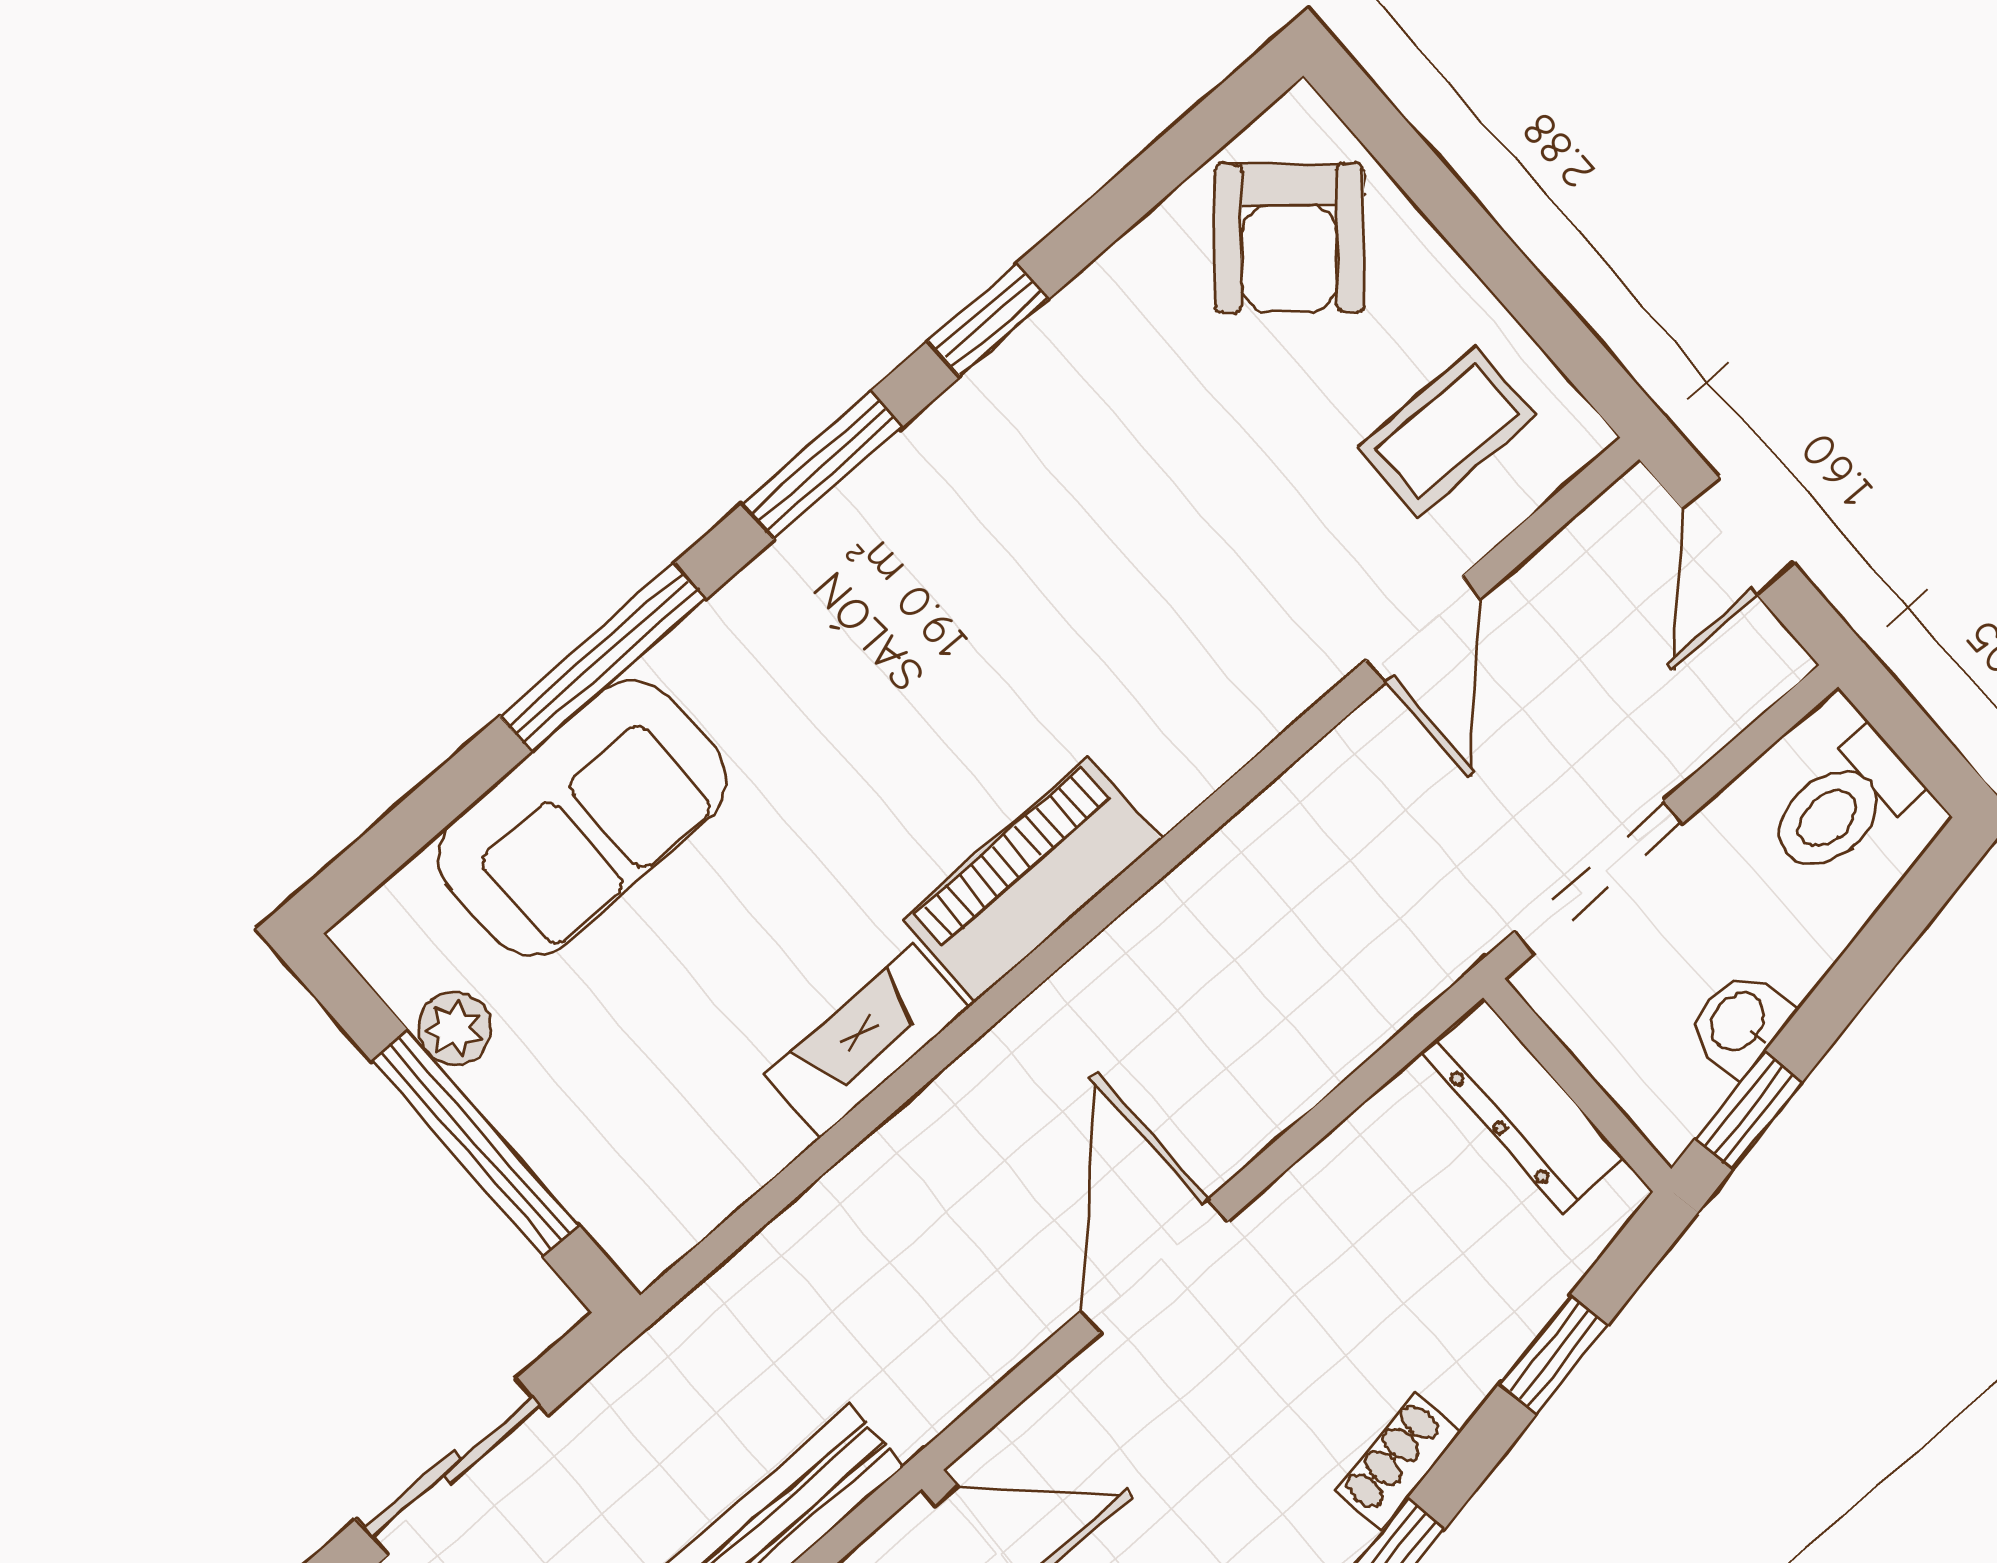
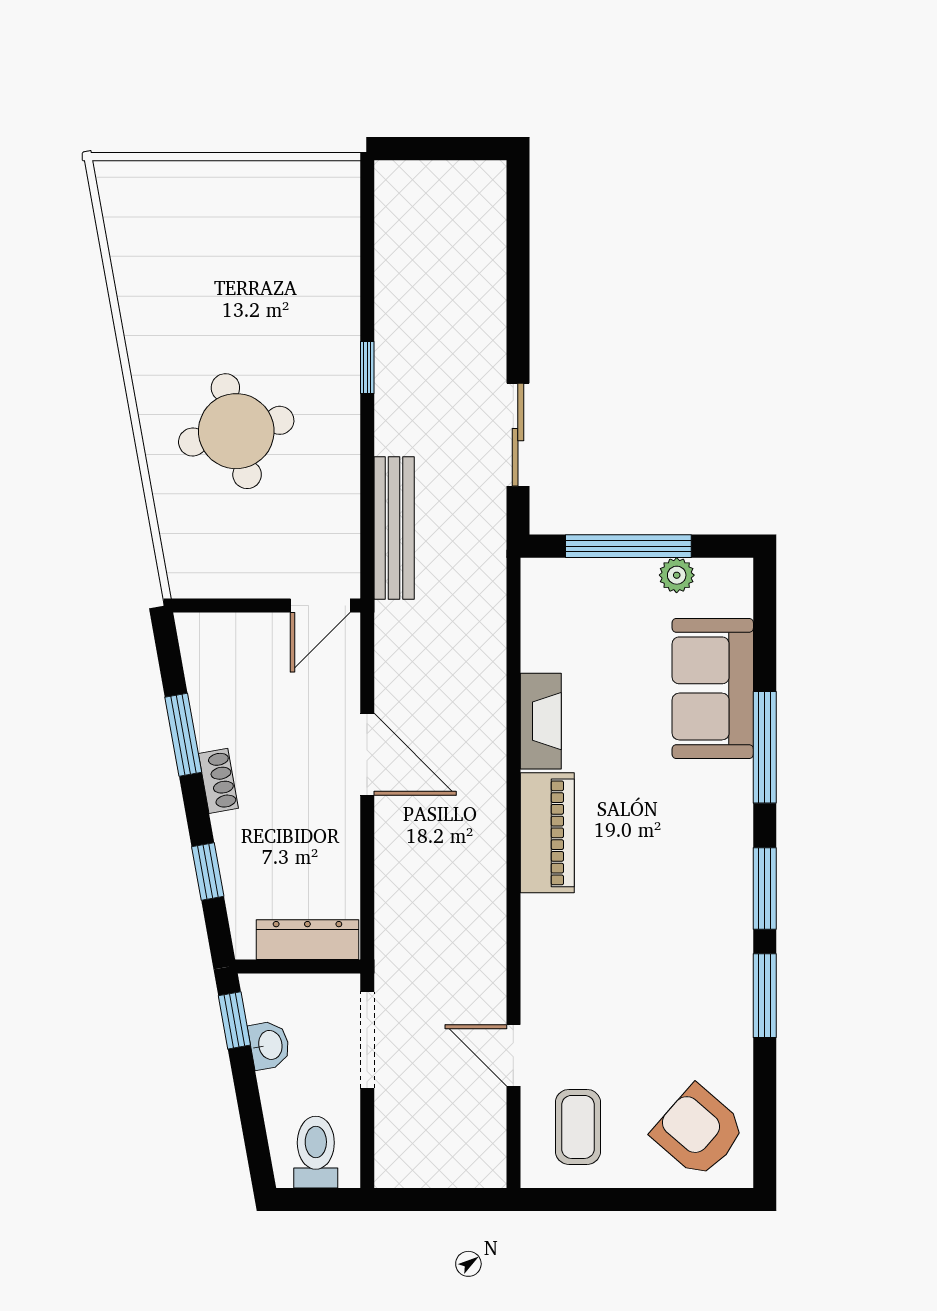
window: (989, 320) -> (765, 996), width x1.50
door: (1738, 536) -> (447, 1200), removed

